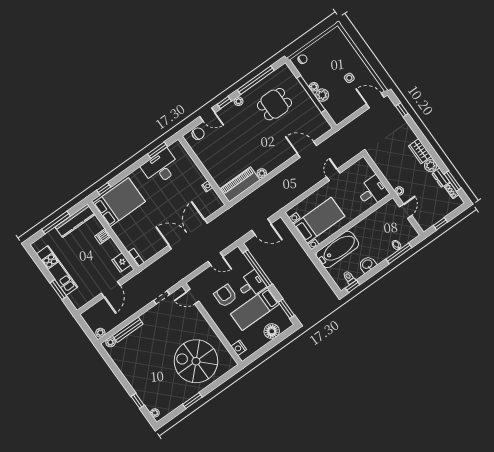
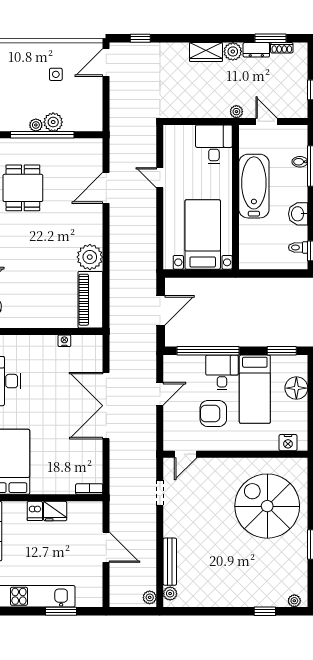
plant: (262, 173) -> (90, 257), width x1.87, depth x1.87
bathtub: (337, 249) -> (254, 186), moved
fridge: (121, 262) -> (55, 511), moved
spiral stairs: (196, 361) -> (267, 506), turned 90

